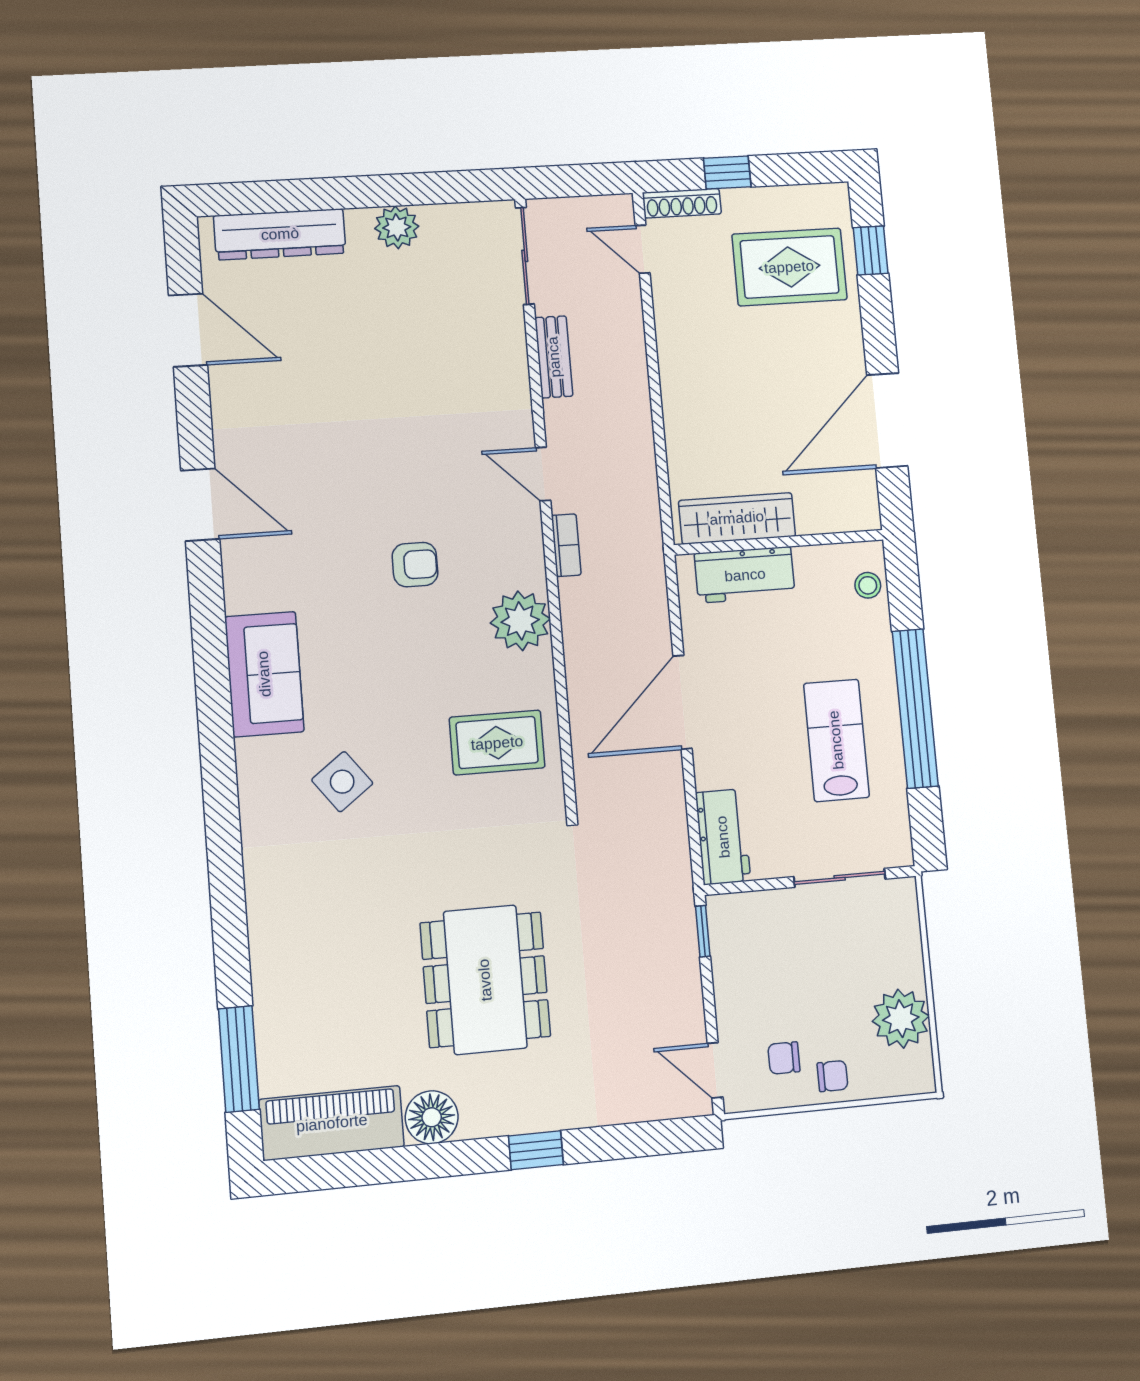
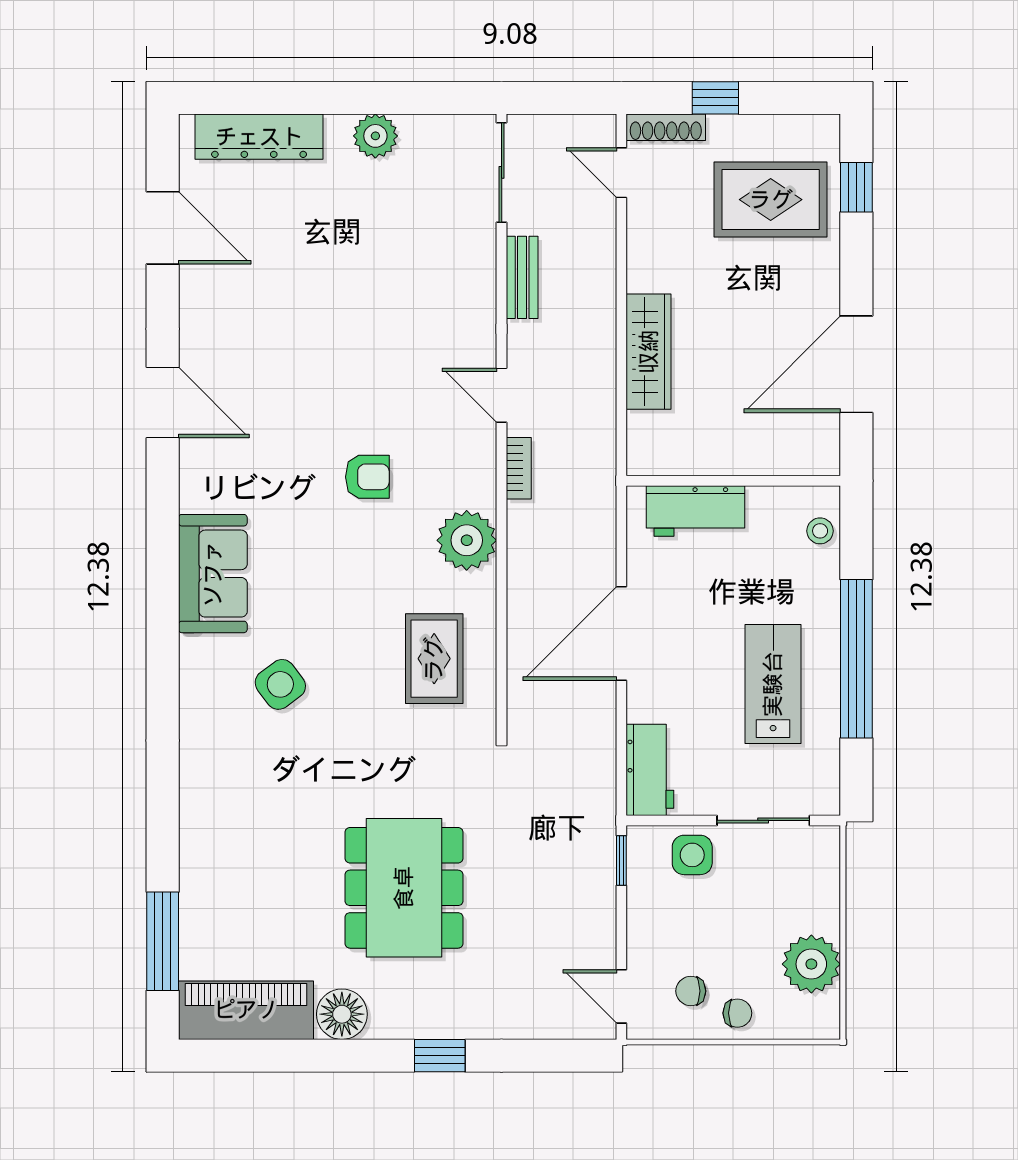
wardrobe: (737, 518) -> (649, 352), moved, turned 90
rug: (497, 743) -> (434, 659), turned 90
side table: (773, 919) -> (692, 855), added

